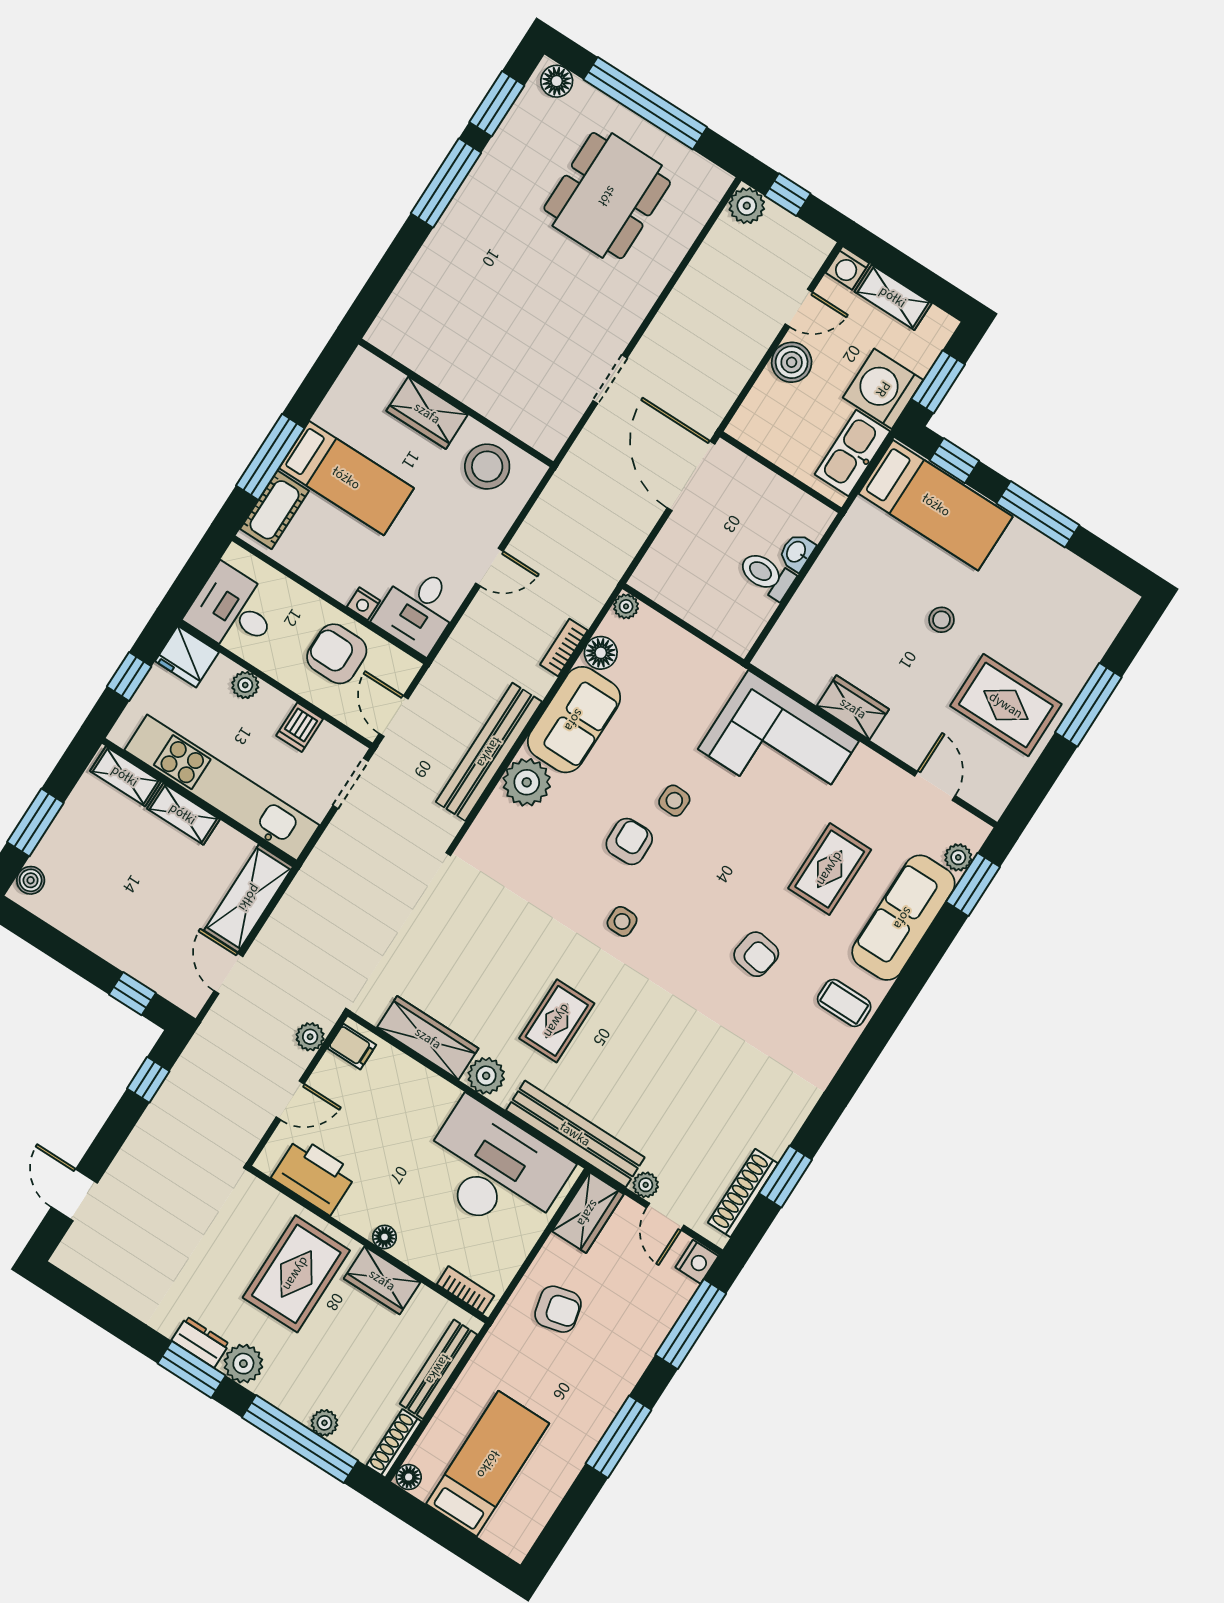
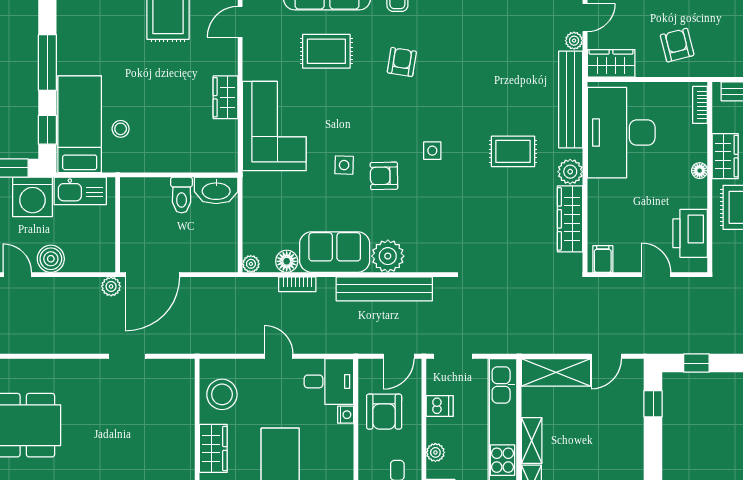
washbasin: (797, 552) -> (216, 190), moved, width x1.91, depth x1.45
stool: (941, 620) -> (121, 129), moved
plant: (310, 1037) -> (111, 286), moved

